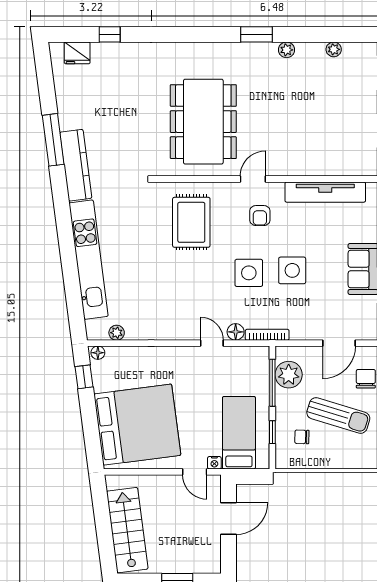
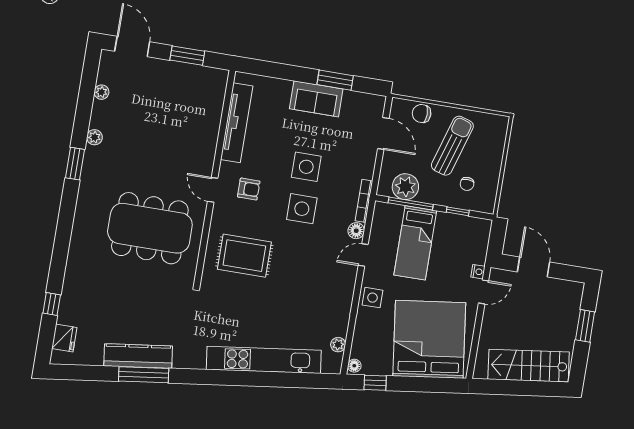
kitchen counter: (76, 165) -> (138, 356), moved
side table: (170, 360) -> (372, 298), added
bed: (239, 433) -> (415, 243), moved, turned -90

